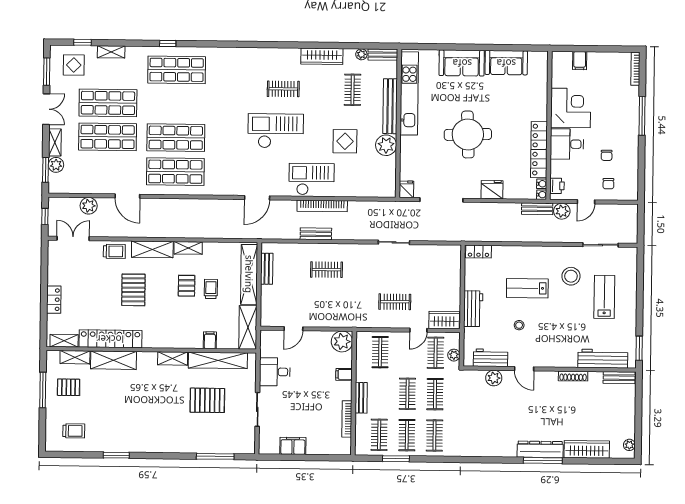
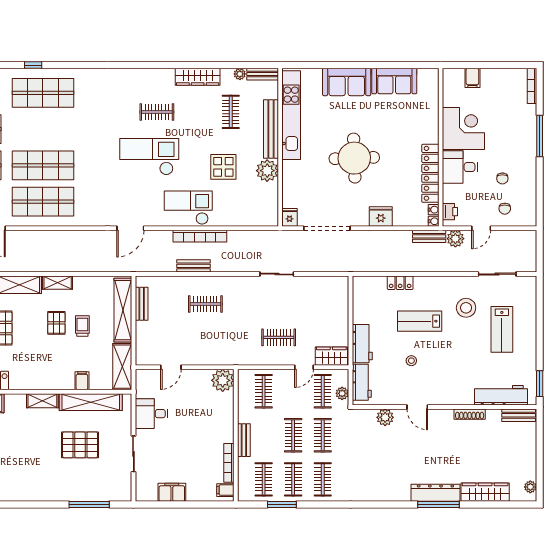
locker: (478, 252) -> (400, 283), moved
lab bench: (604, 297) -> (502, 329), turned 180
workbench: (491, 358) -> (362, 382), moved, turned 90
filing cabinet: (344, 374) -> (225, 490), moved

